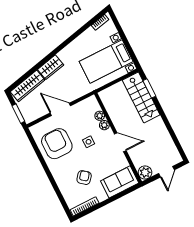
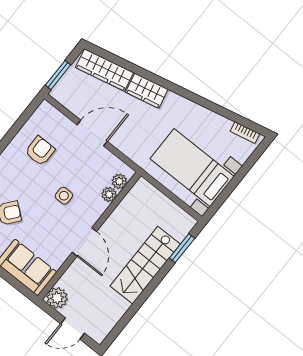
stairs: (141, 97) -> (145, 265), moved
door: (60, 109) -> (92, 133), hinge flipped
plant: (104, 125) -> (119, 181), moved
armchair: (57, 144) -> (40, 151), width x0.53, depth x0.53

